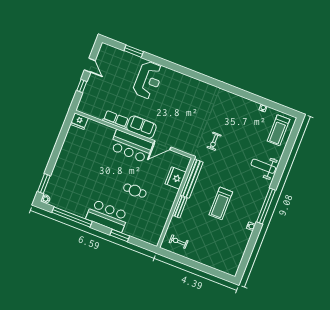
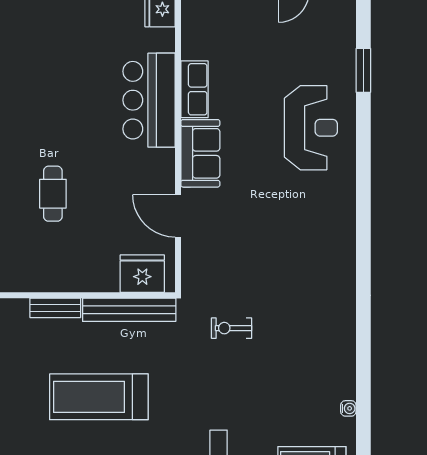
reception desk: (148, 80) -> (311, 128), turned -90
bar counter: (131, 146) -> (149, 100), moved
fridge: (176, 178) -> (142, 274), moved
treadmill: (221, 203) -> (99, 397), width x1.37, depth x1.38

